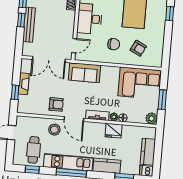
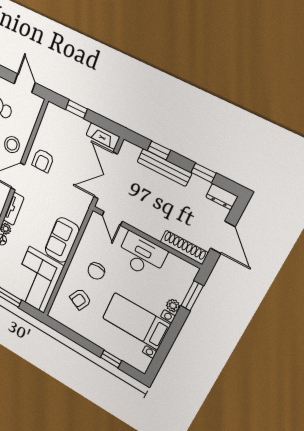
window: (21, 20) -> (159, 150), moved
sofa: (84, 73) -> (62, 240), moved
fireplace: (24, 84) -> (103, 136), moved

